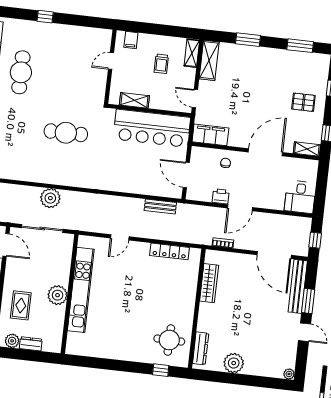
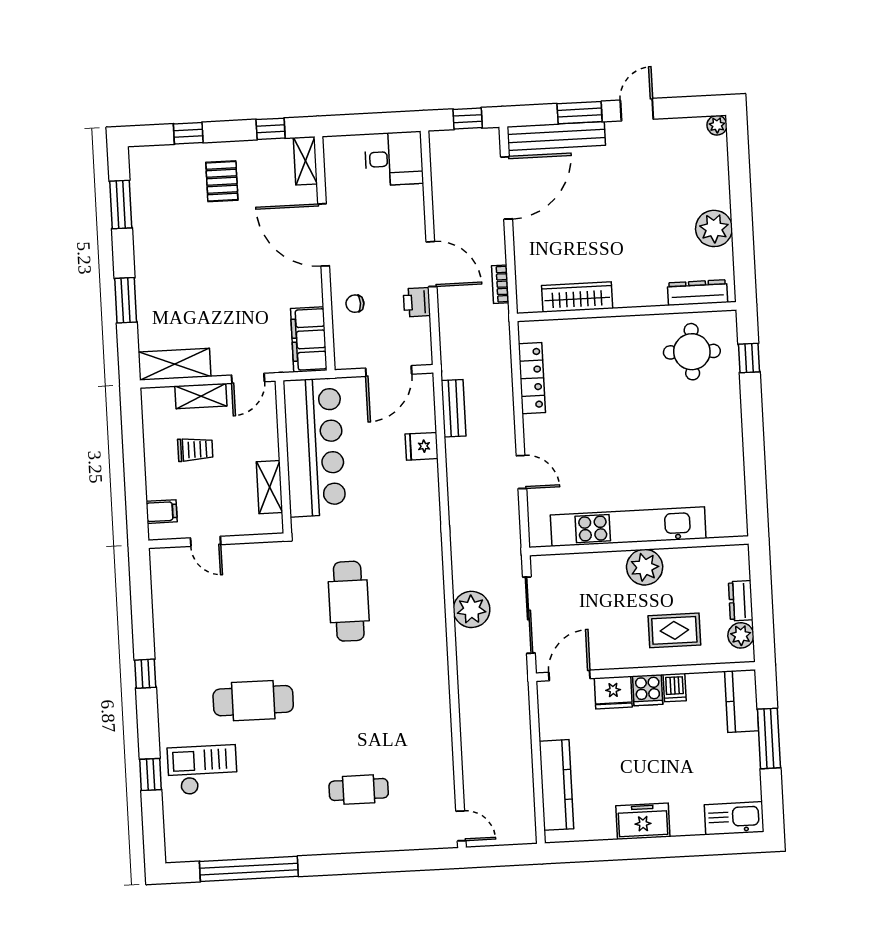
shelving: (192, 53) -> (201, 396), moved
fridge: (143, 186) -> (422, 446), added

